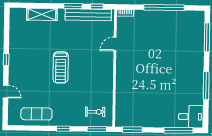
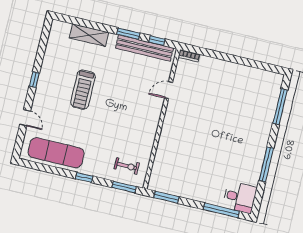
window: (164, 8) -> (237, 60), removed
treadmill: (61, 67) -> (83, 90), moved
exercise mat: (36, 114) -> (56, 153), width x1.36, depth x1.45

